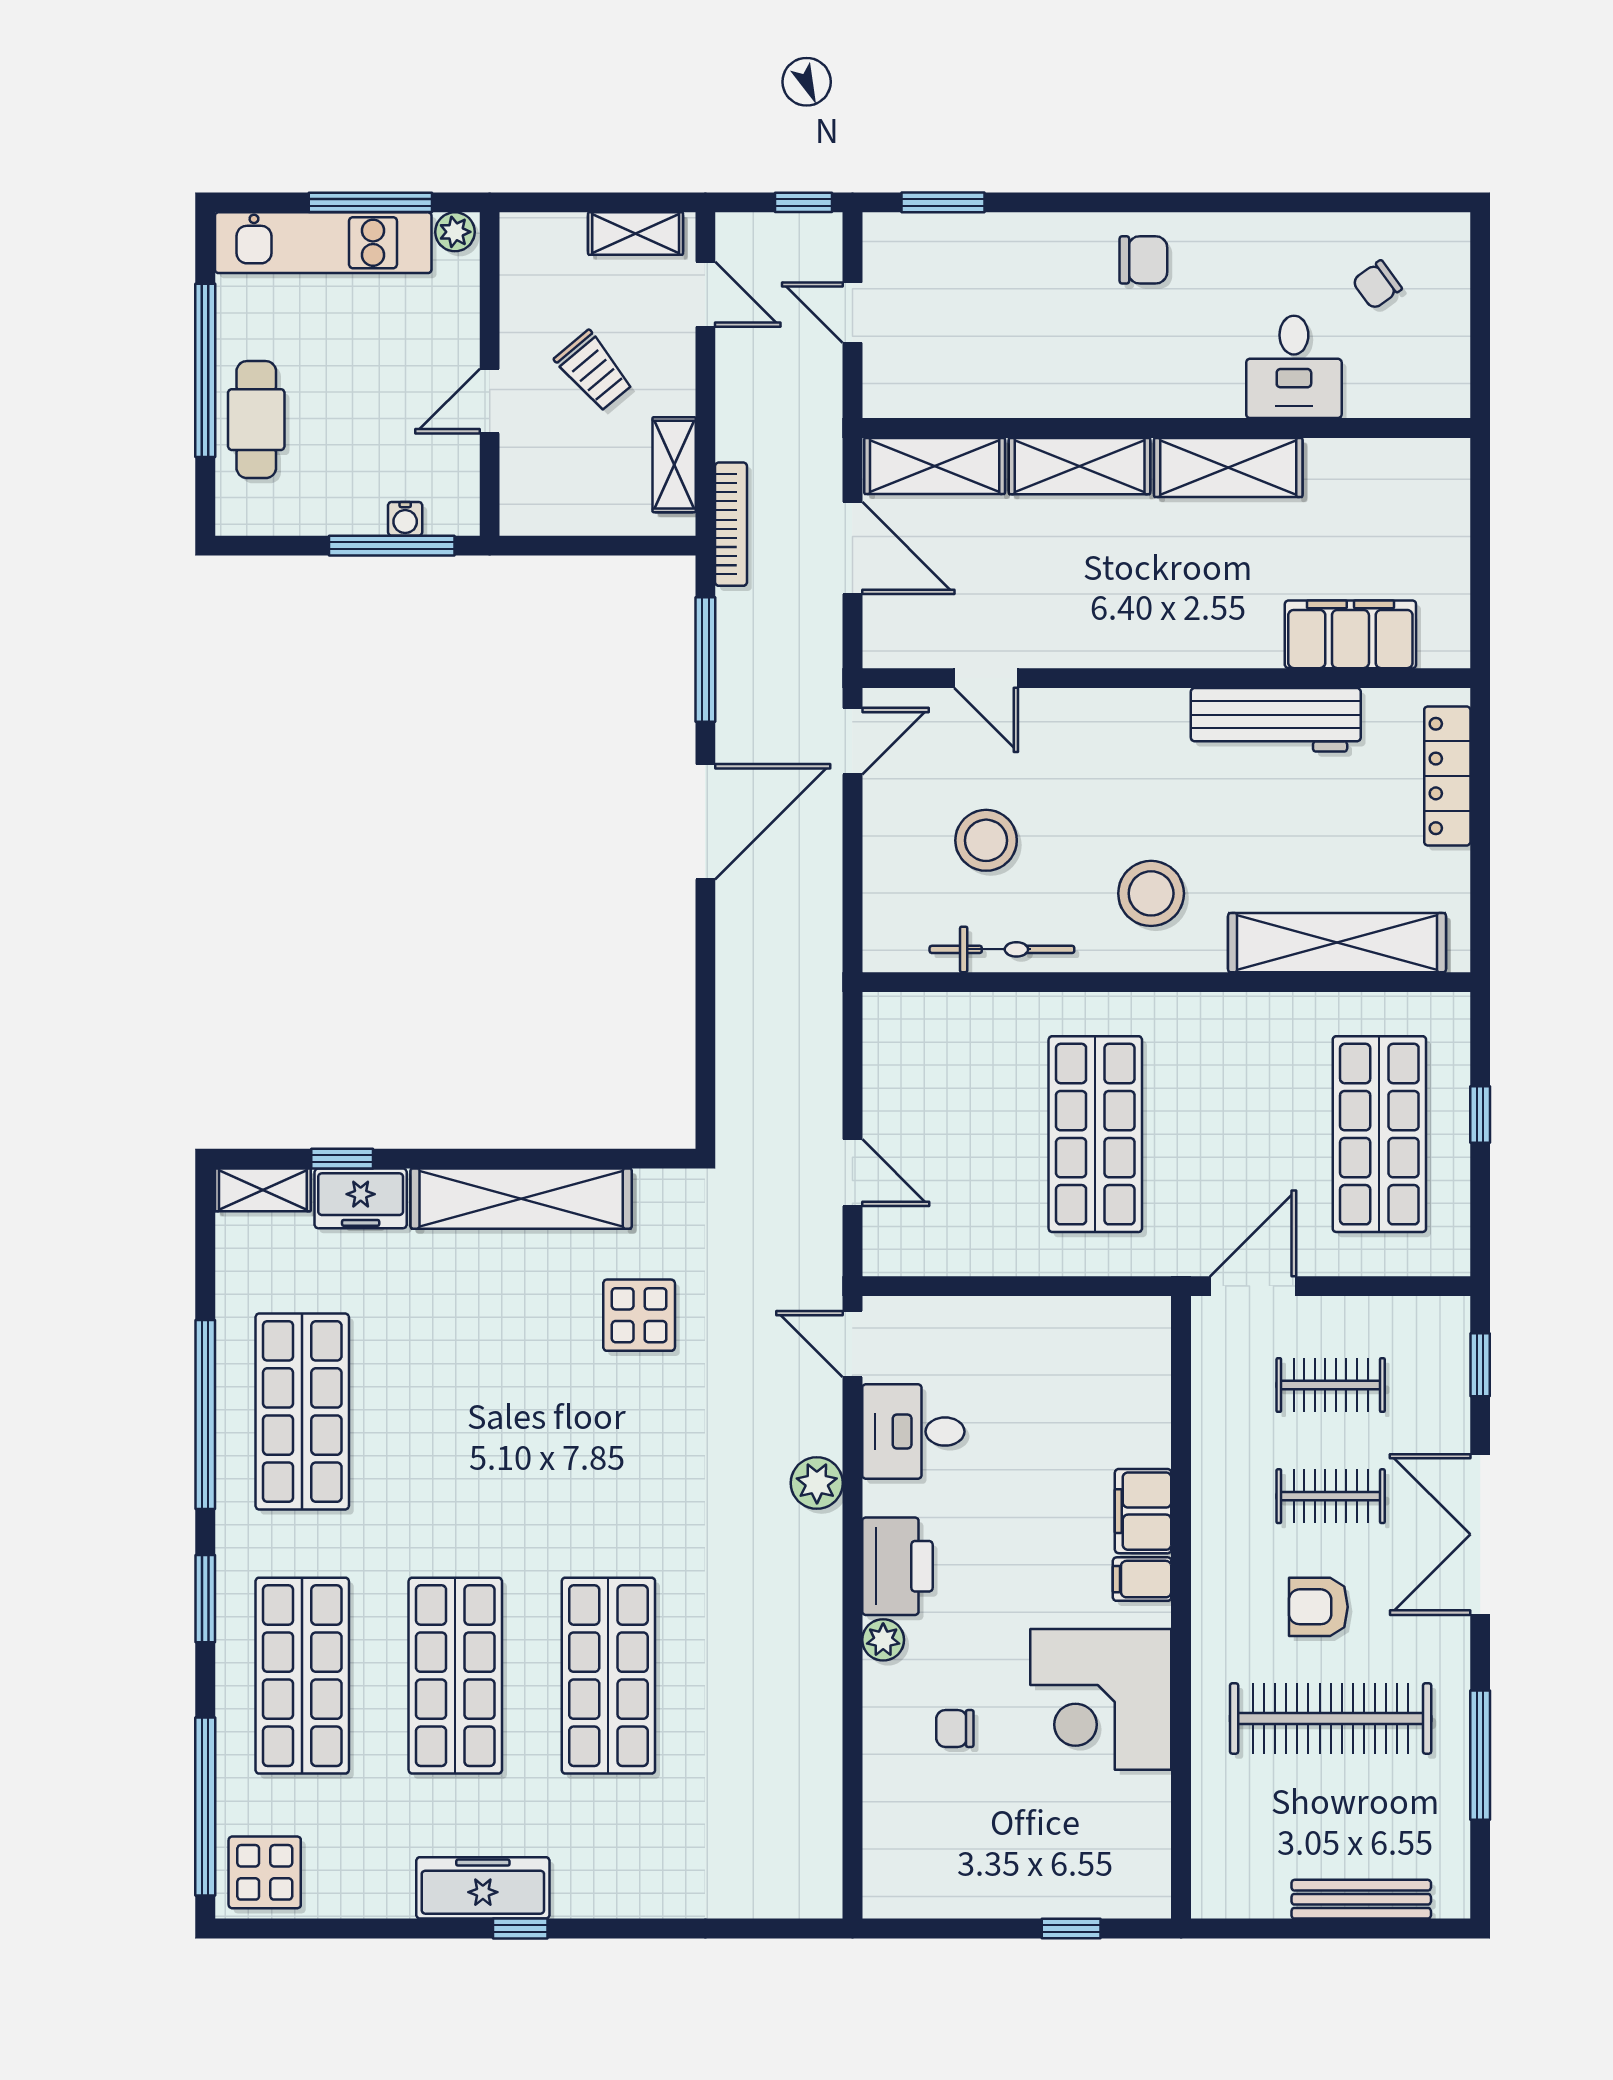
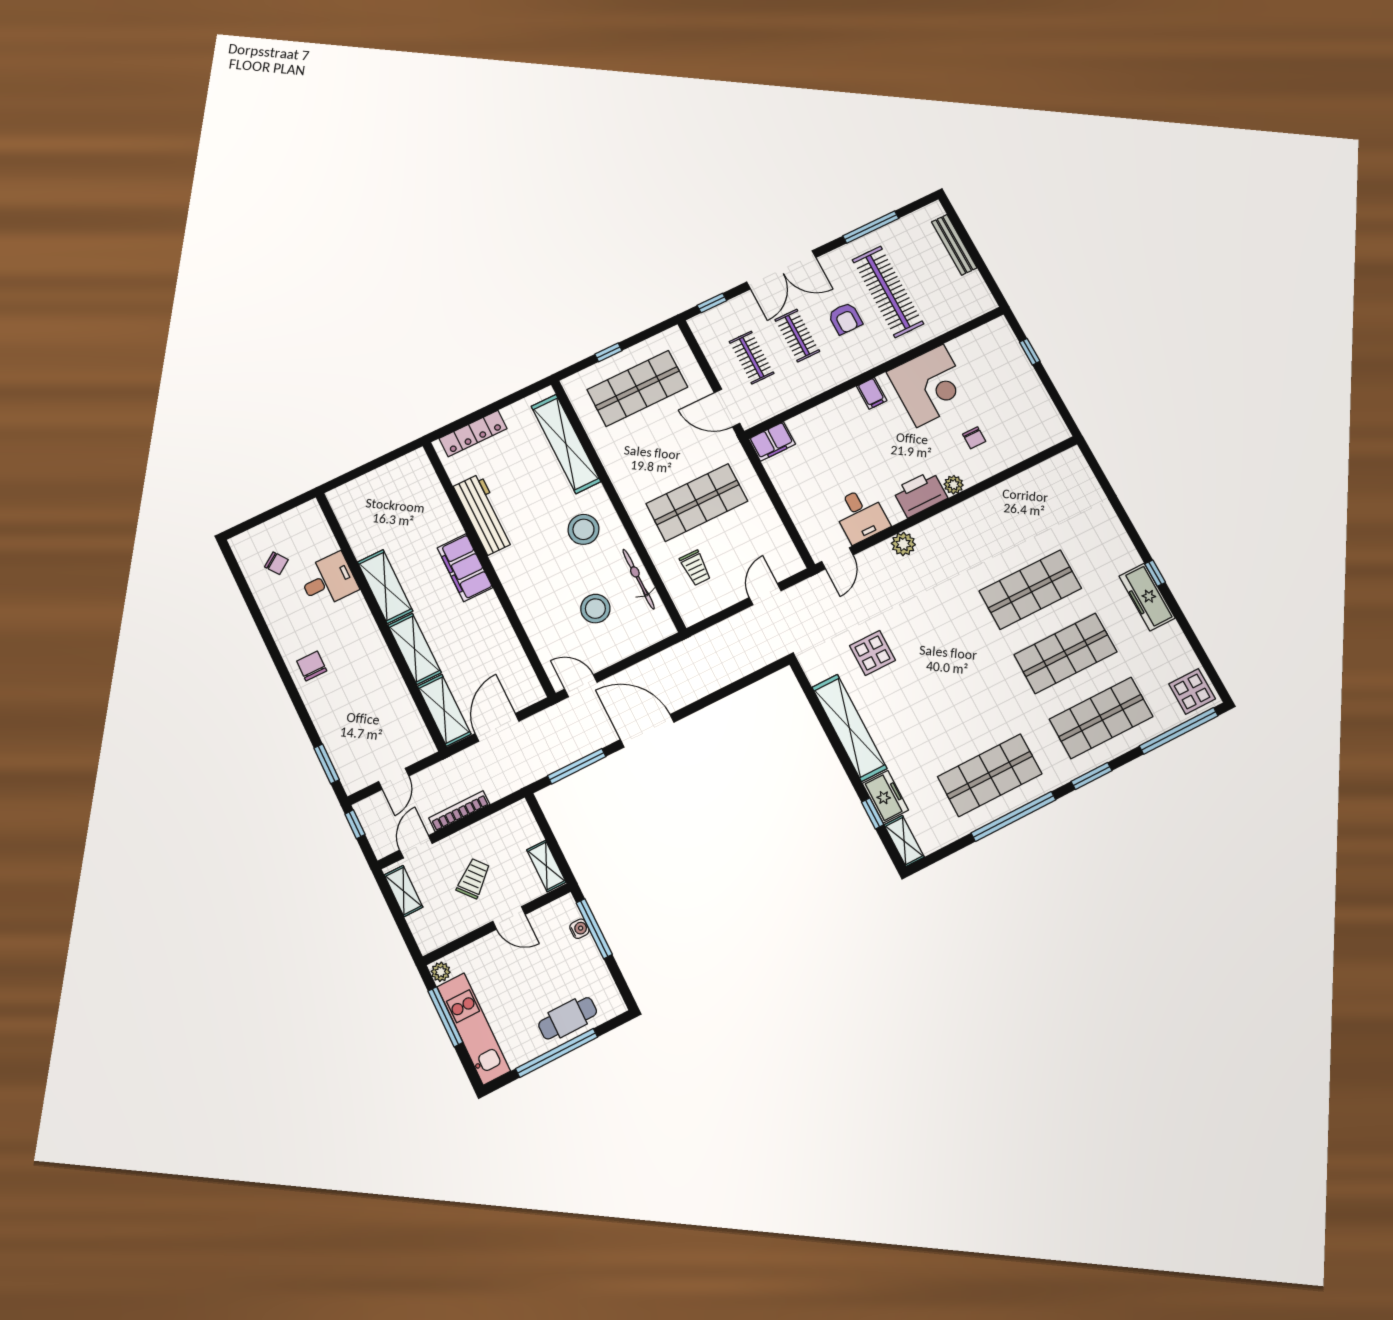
shelving: (674, 465) -> (546, 866), moved, turned 90
bookcase: (731, 524) -> (459, 811), moved
filing cabinet: (1350, 634) -> (465, 568), moved
door: (986, 678) -> (526, 643), removed
trolley: (970, 1067) -> (695, 568), added
filing cabinet: (1143, 1511) -> (772, 441), moved

